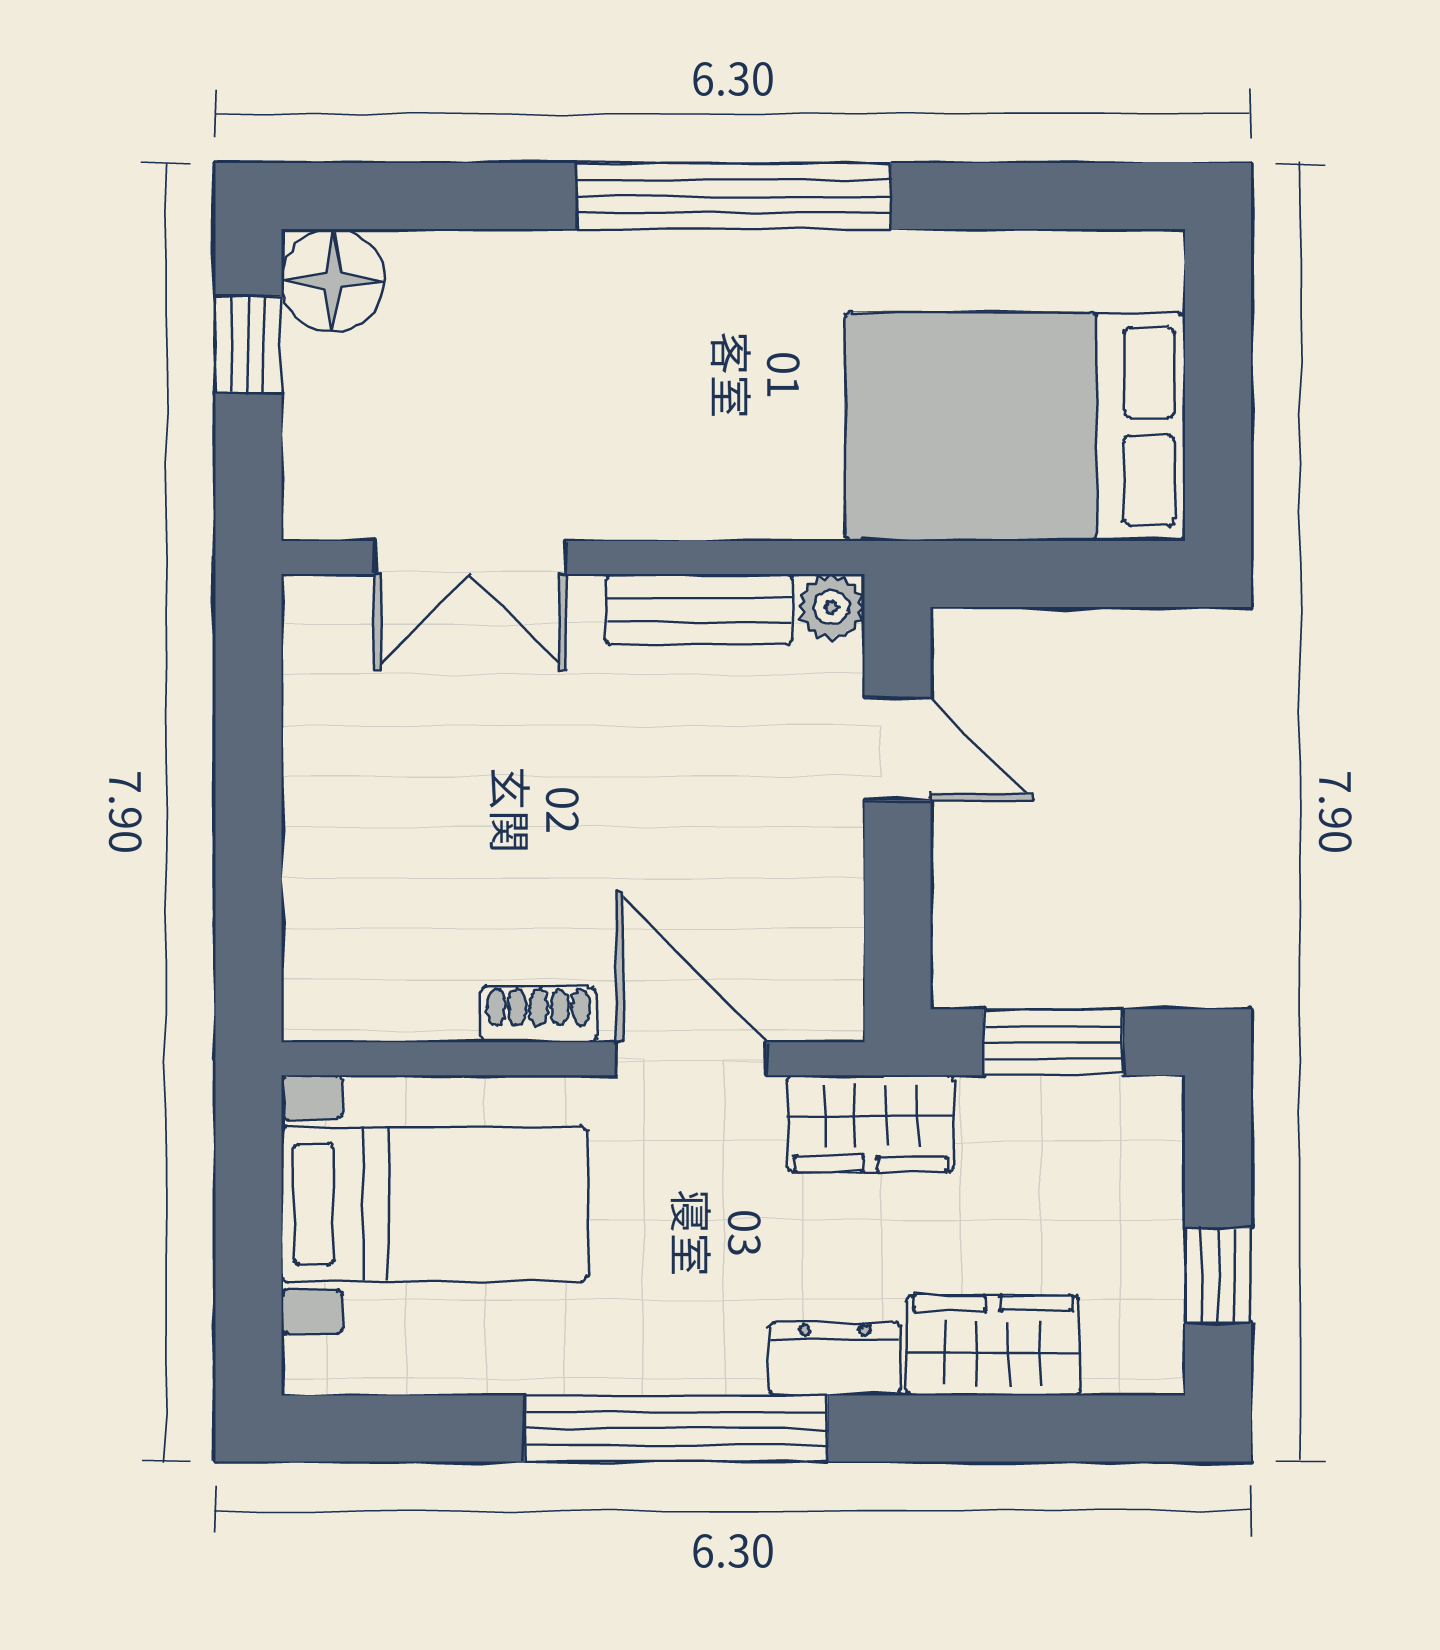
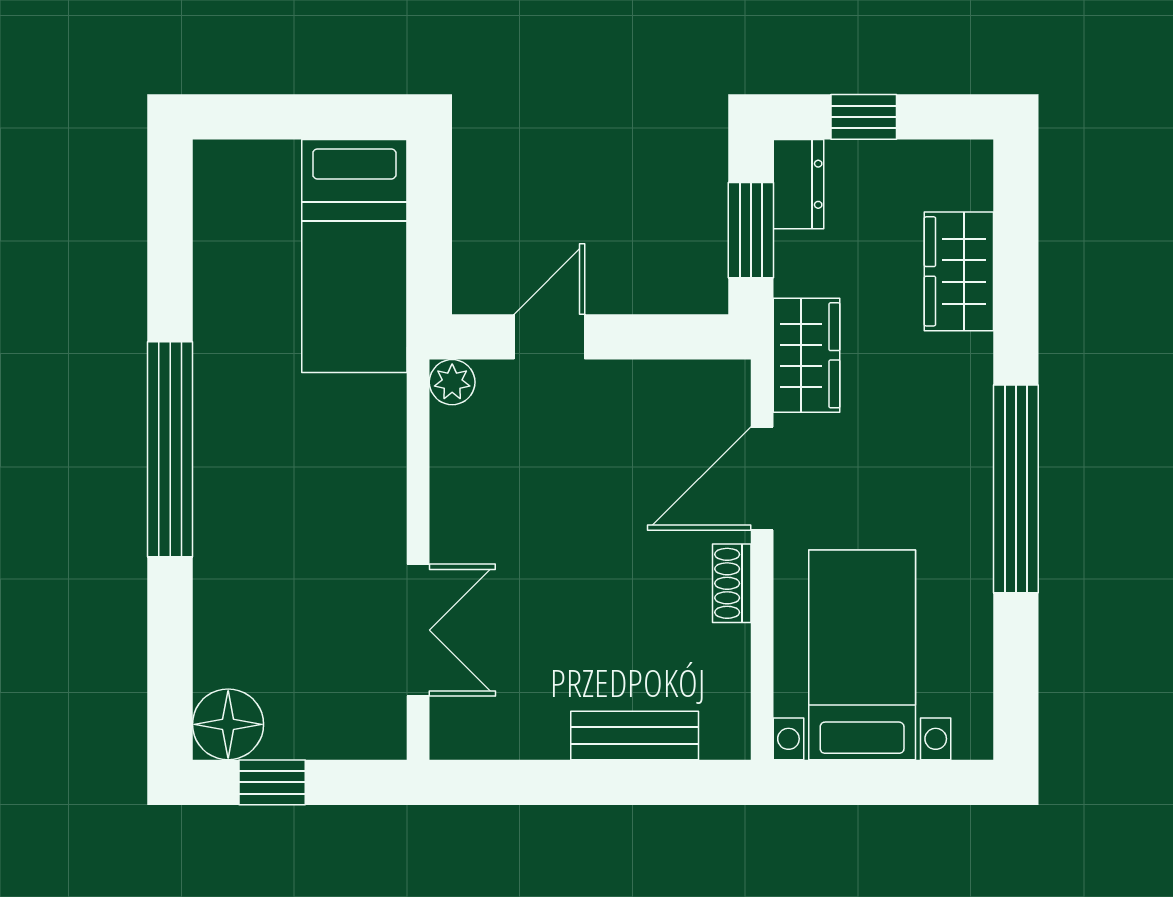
bed: (1015, 427) -> (354, 256), width x0.67
bench: (699, 609) -> (635, 735), moved, turned 90
window: (1218, 1276) -> (864, 117), moved
dresser: (835, 1359) -> (799, 184), moved, turned 180

